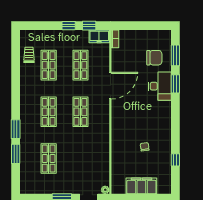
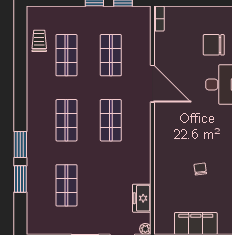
freezer: (99, 36) -> (142, 198), moved, turned 90
chair: (154, 58) -> (214, 45), turned 180
door: (110, 86) -> (152, 84), hinge flipped

